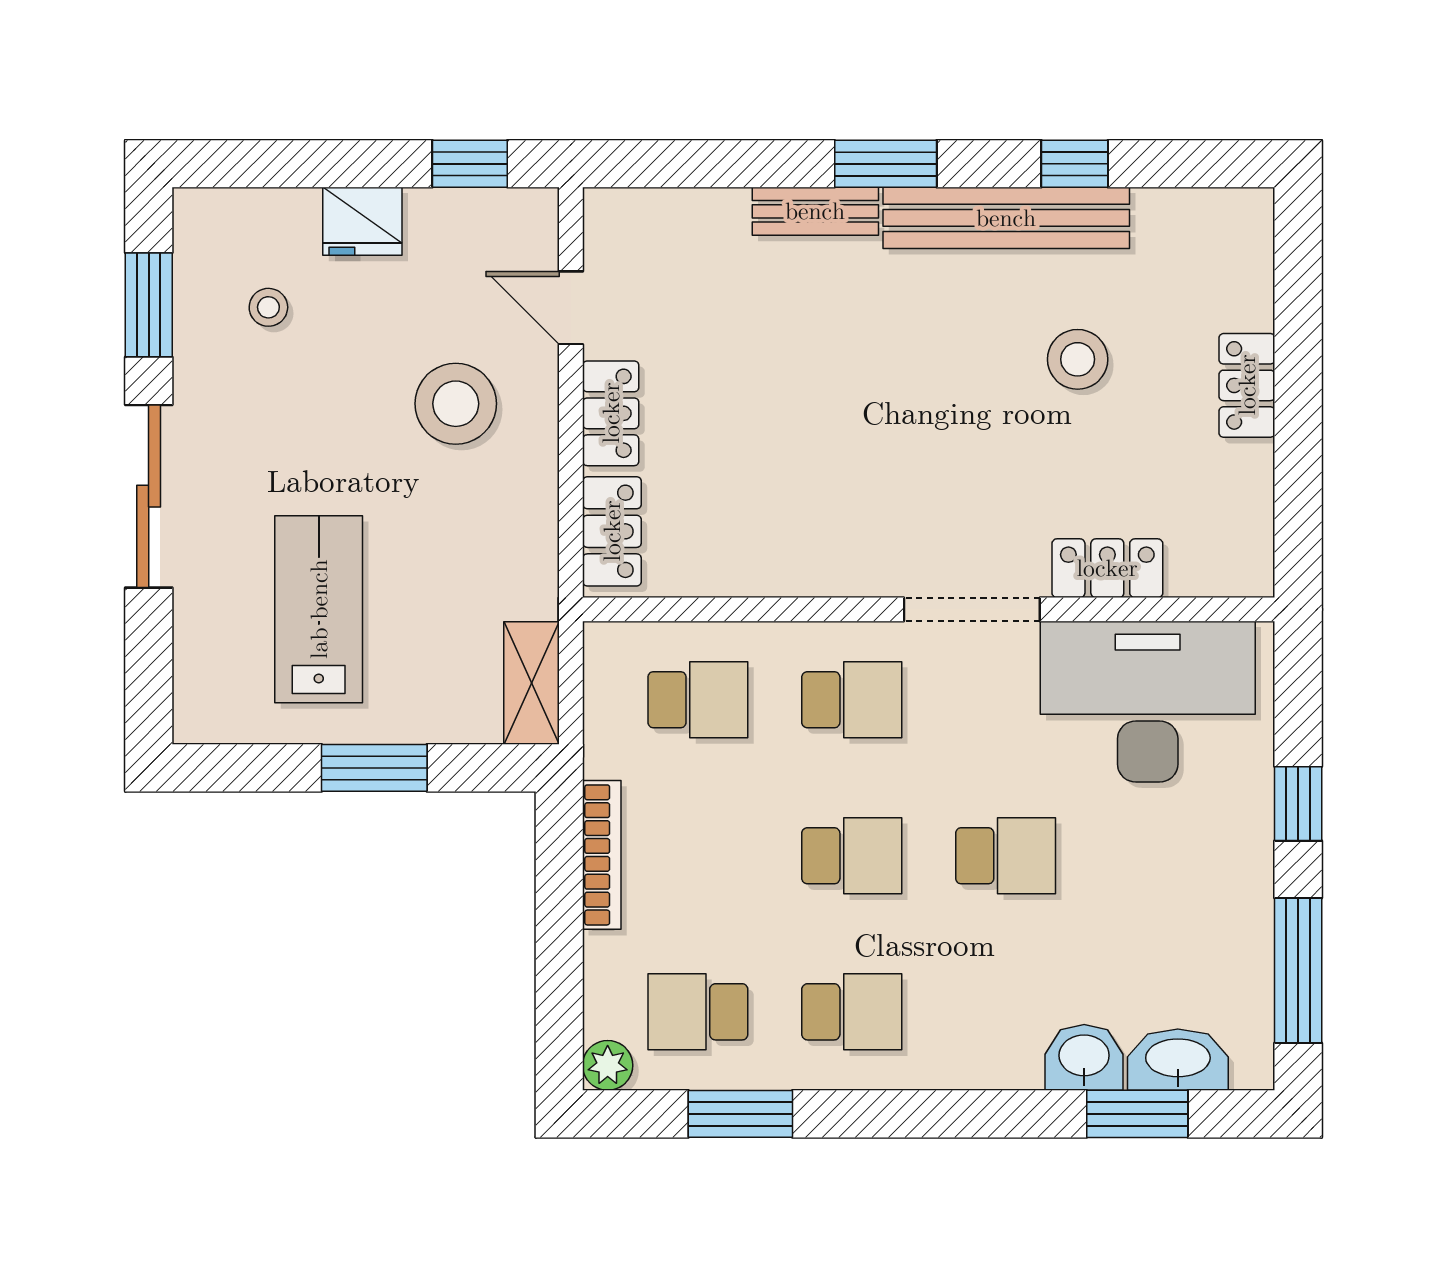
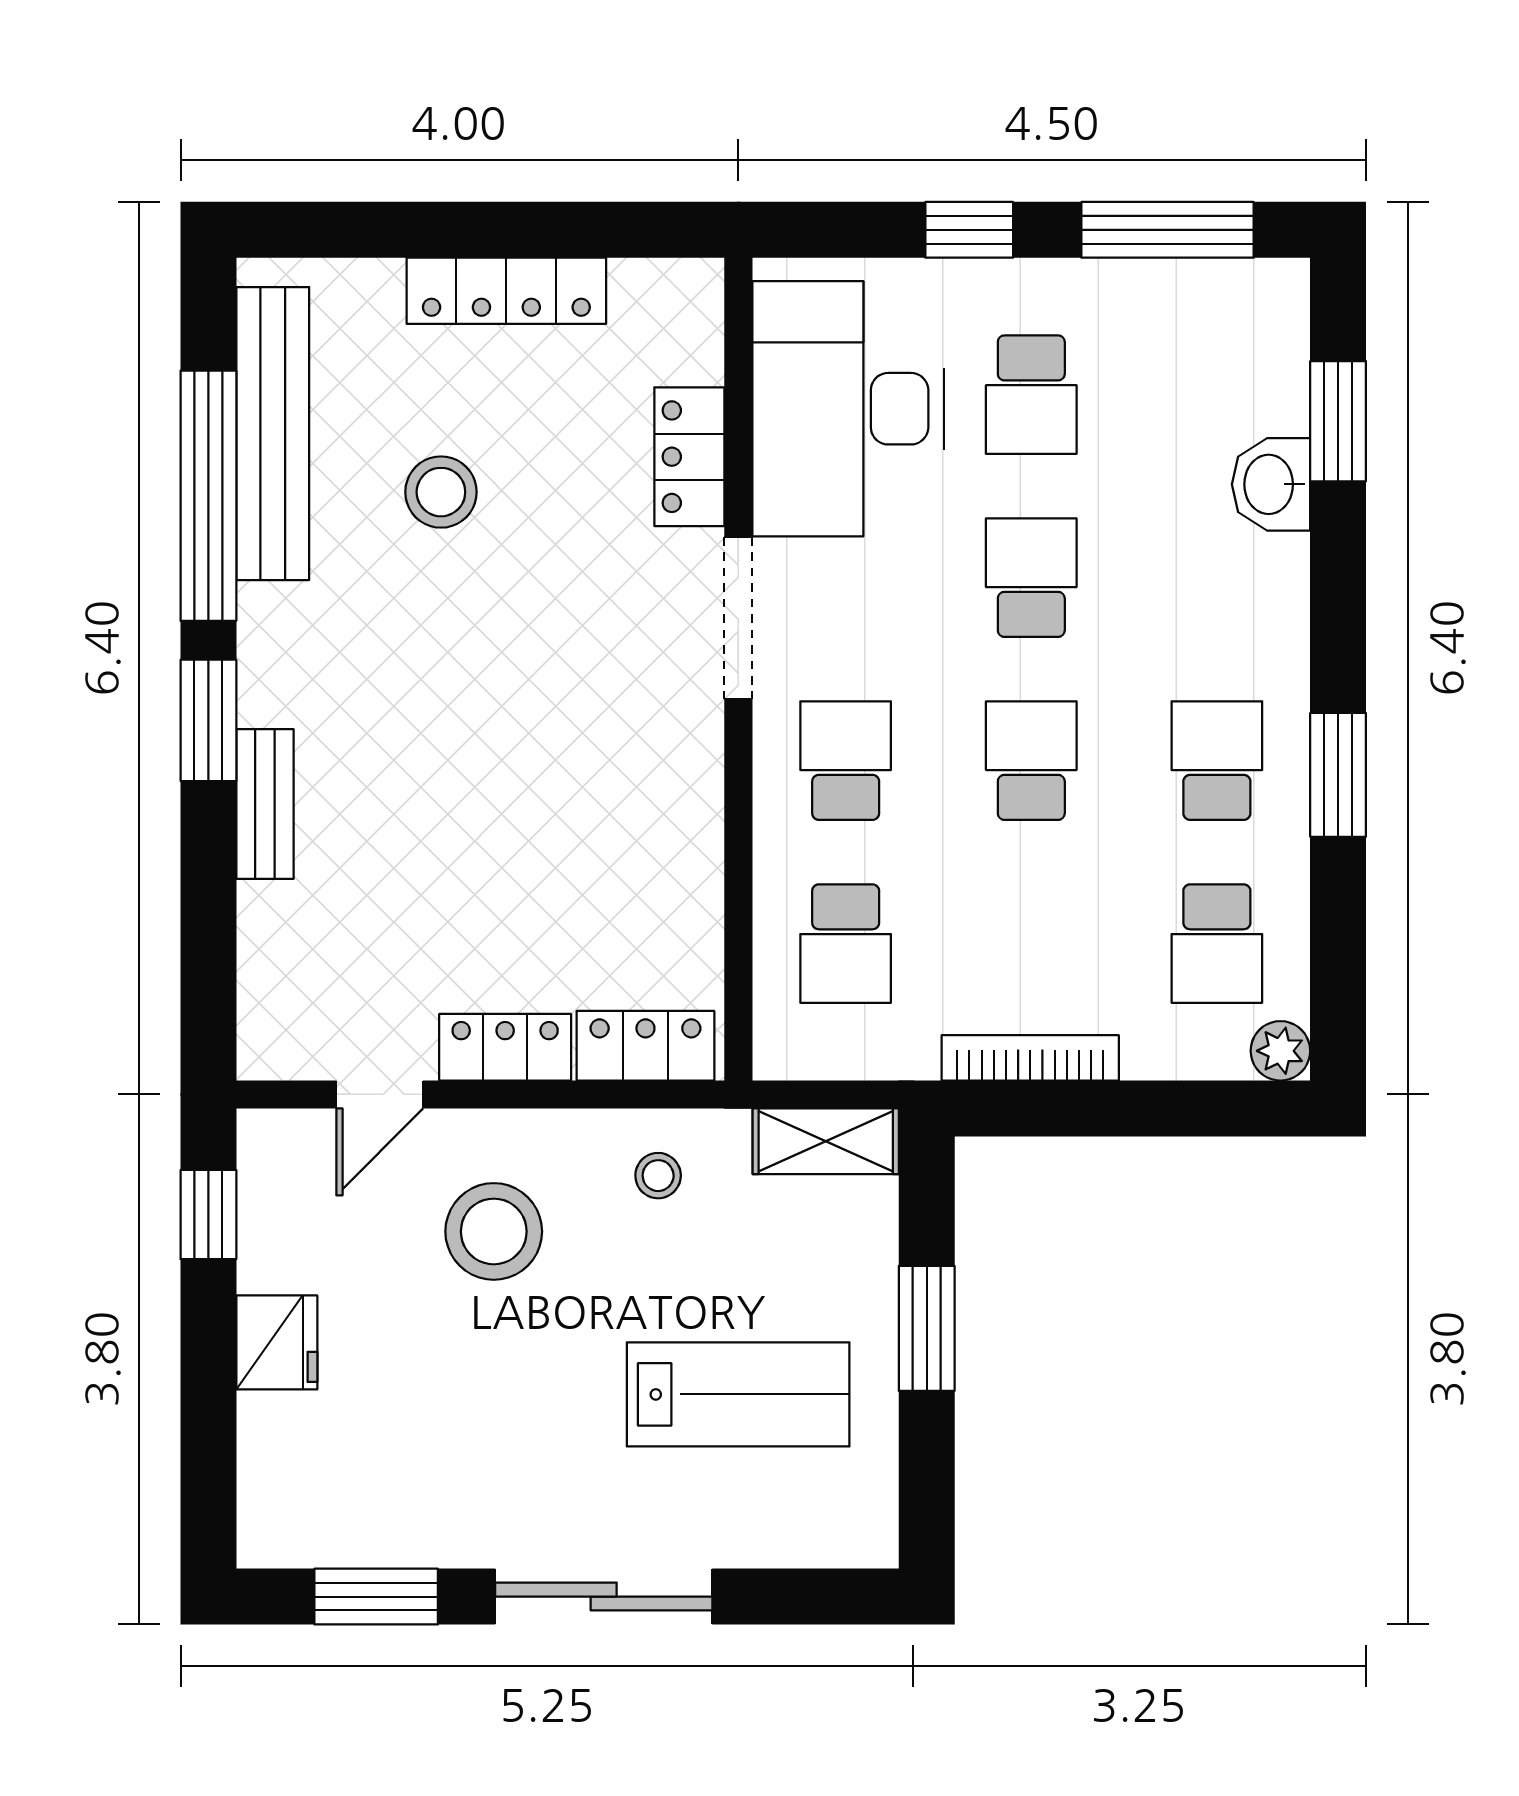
window: (1075, 164) -> (208, 496), width x3.17
bench: (1006, 218) -> (273, 434), moved
stool: (268, 307) -> (658, 1176), moved
locker: (1247, 385) -> (506, 291), width x1.53
lab bench: (319, 609) -> (738, 1394), turned 180
school desk: (698, 700) -> (846, 944), turned 180
school desk: (1159, 856) -> (1031, 395), added
washbasin: (1178, 1060) -> (1274, 373), removed
window: (740, 1114) -> (1338, 775), moved

